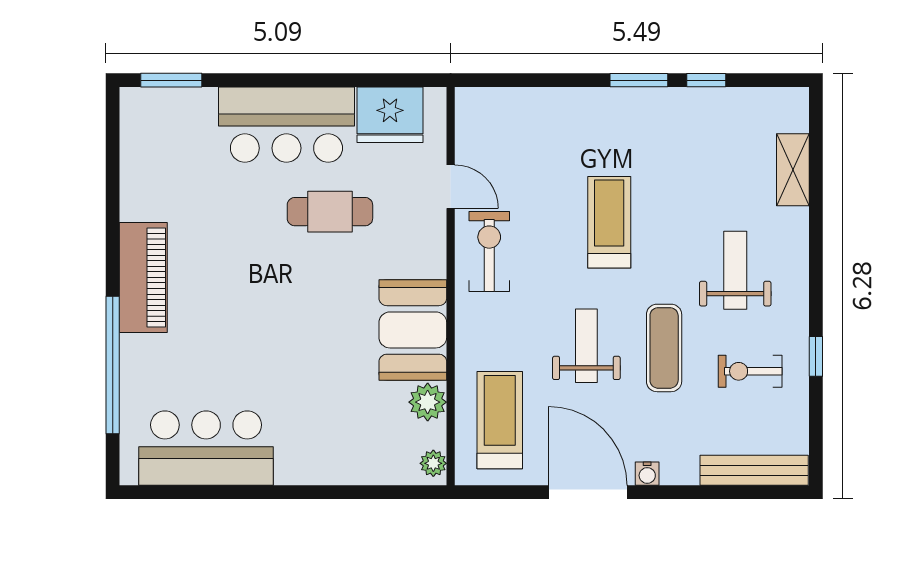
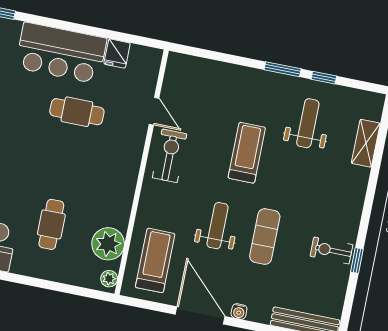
fridge: (390, 115) -> (117, 54), width x0.53, depth x0.75
weight bench: (735, 270) -> (308, 123), moved
booth: (413, 330) -> (113, 194), removed
exercise bike: (750, 371) -> (331, 250), moved
cafe table: (326, 396) -> (51, 224), added
plant: (428, 402) -> (108, 244), width x1.36, depth x1.36

